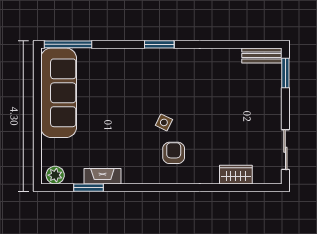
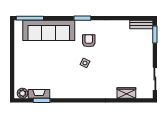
sofa: (59, 93) -> (49, 30), moved, turned 90
armchair: (174, 153) -> (89, 41), moved
fireplace: (102, 176) -> (39, 94), moved

